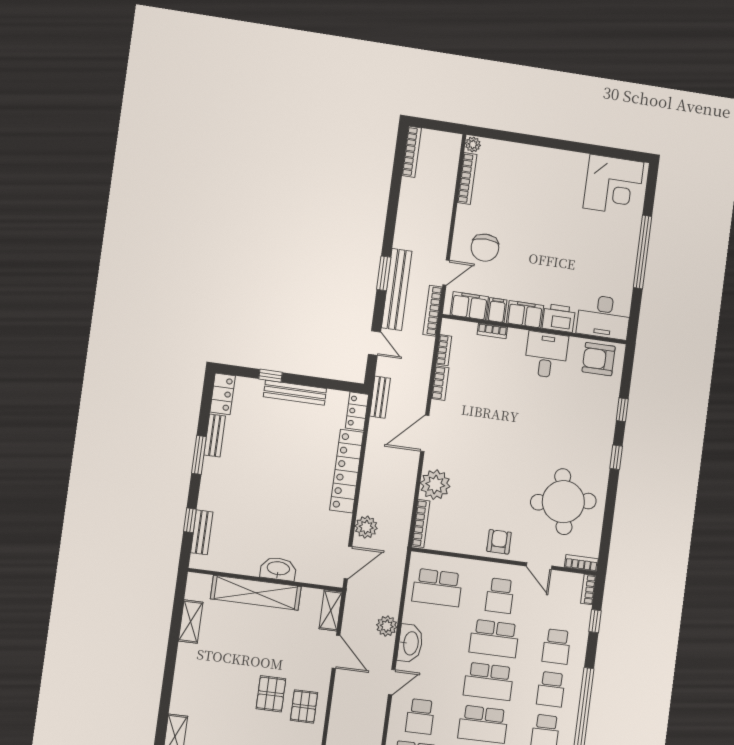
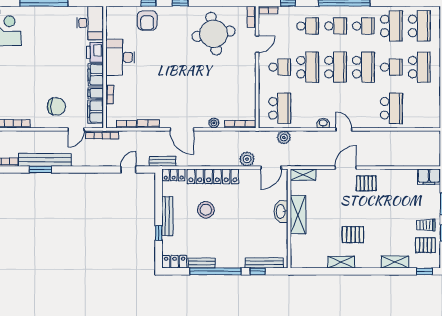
window: (384, 273) -> (40, 170), moved
door: (446, 273) -> (76, 129), swing flipped
bench: (397, 289) -> (45, 160), moved
desk: (546, 355) -> (120, 57), width x1.37
armchair: (599, 359) -> (147, 20), moved
stool: (296, 453) -> (206, 210), added
window: (199, 455) -> (215, 271), width x2.11
plant: (435, 485) -> (214, 123), width x0.53, depth x0.53
bench: (202, 532) -> (264, 263), width x1.36
armchair: (499, 542) -> (245, 72), removed
door: (348, 562) -> (271, 168), swing flipped
shelving: (256, 593) -> (298, 215), width x0.68
shelving: (191, 622) -> (341, 262), moved
plant: (387, 626) -> (284, 137), moved
washbasin: (410, 643) -> (323, 123), width x0.52, depth x0.69
door: (336, 652) -> (346, 168), moved
pallet: (271, 694) -> (353, 235), moved
school desk: (420, 716) -> (363, 108), removed

